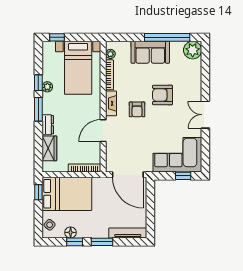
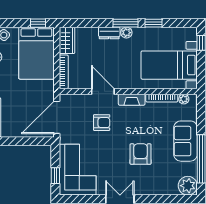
plant: (47, 87) -> (126, 33), moved
armchair: (137, 109) -> (102, 123), moved, turned 180
wardrobe: (49, 148) -> (67, 41), moved, turned -90

